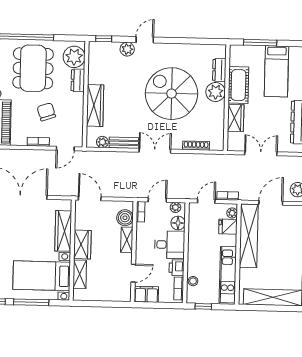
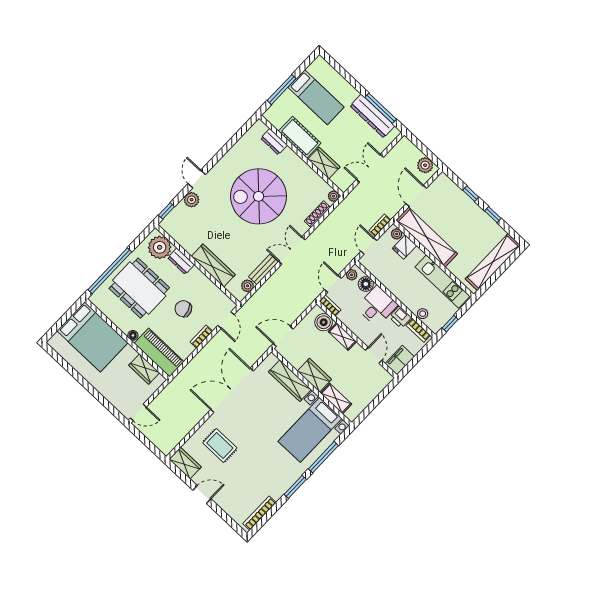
plant: (216, 92) -> (334, 196), moved, width x0.53, depth x0.53

